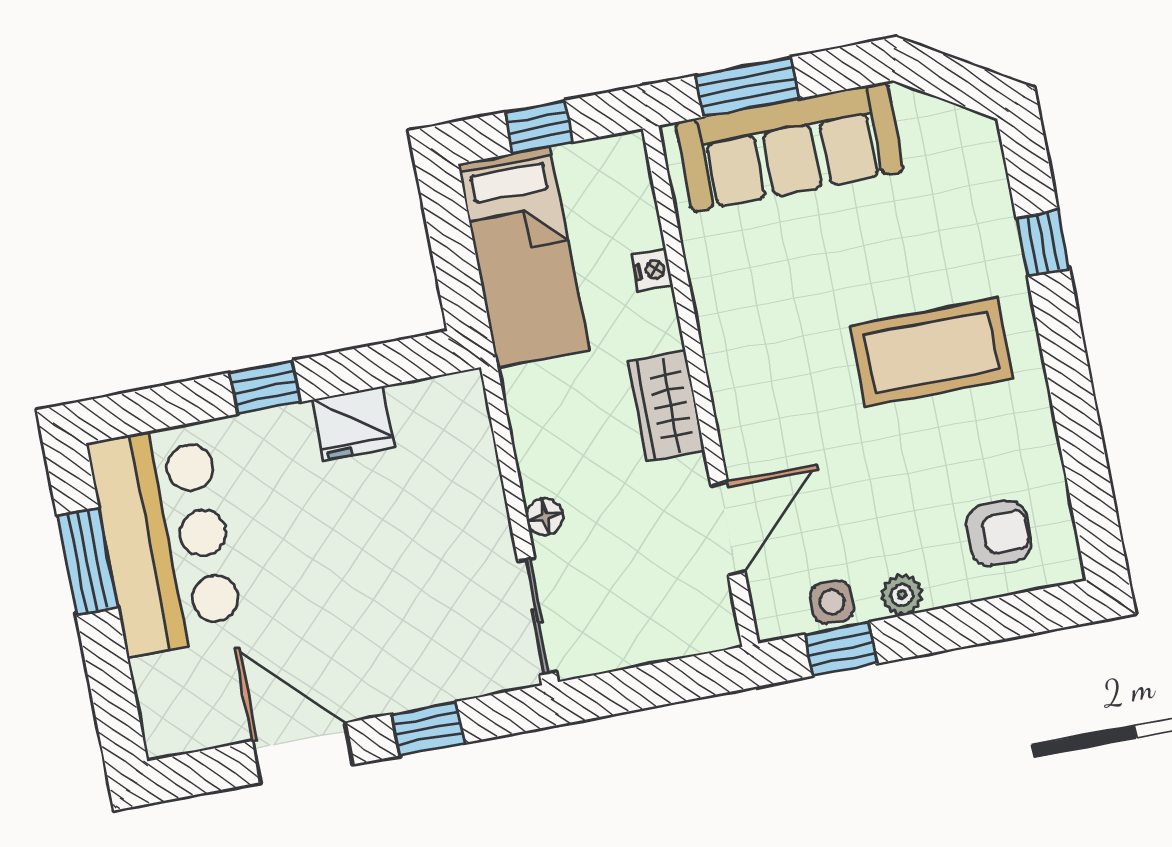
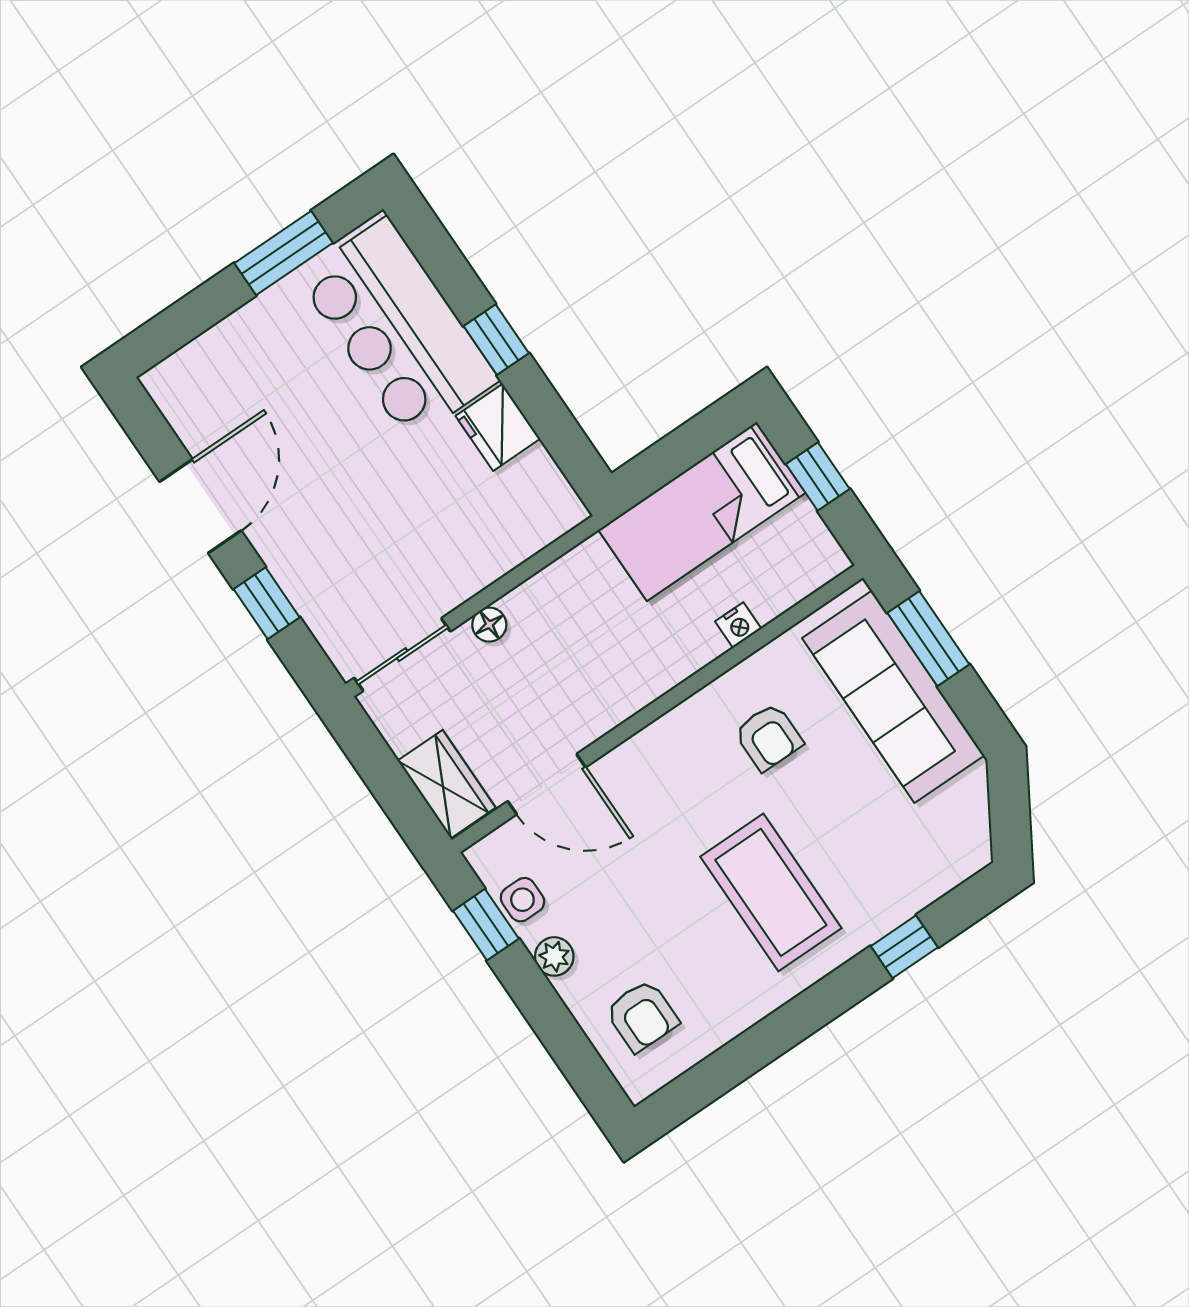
armchair: (776, 288) -> (769, 737), added
wardrobe: (666, 406) -> (447, 784), moved, turned 90
bar counter: (166, 540) -> (398, 329), moved, turned 90

